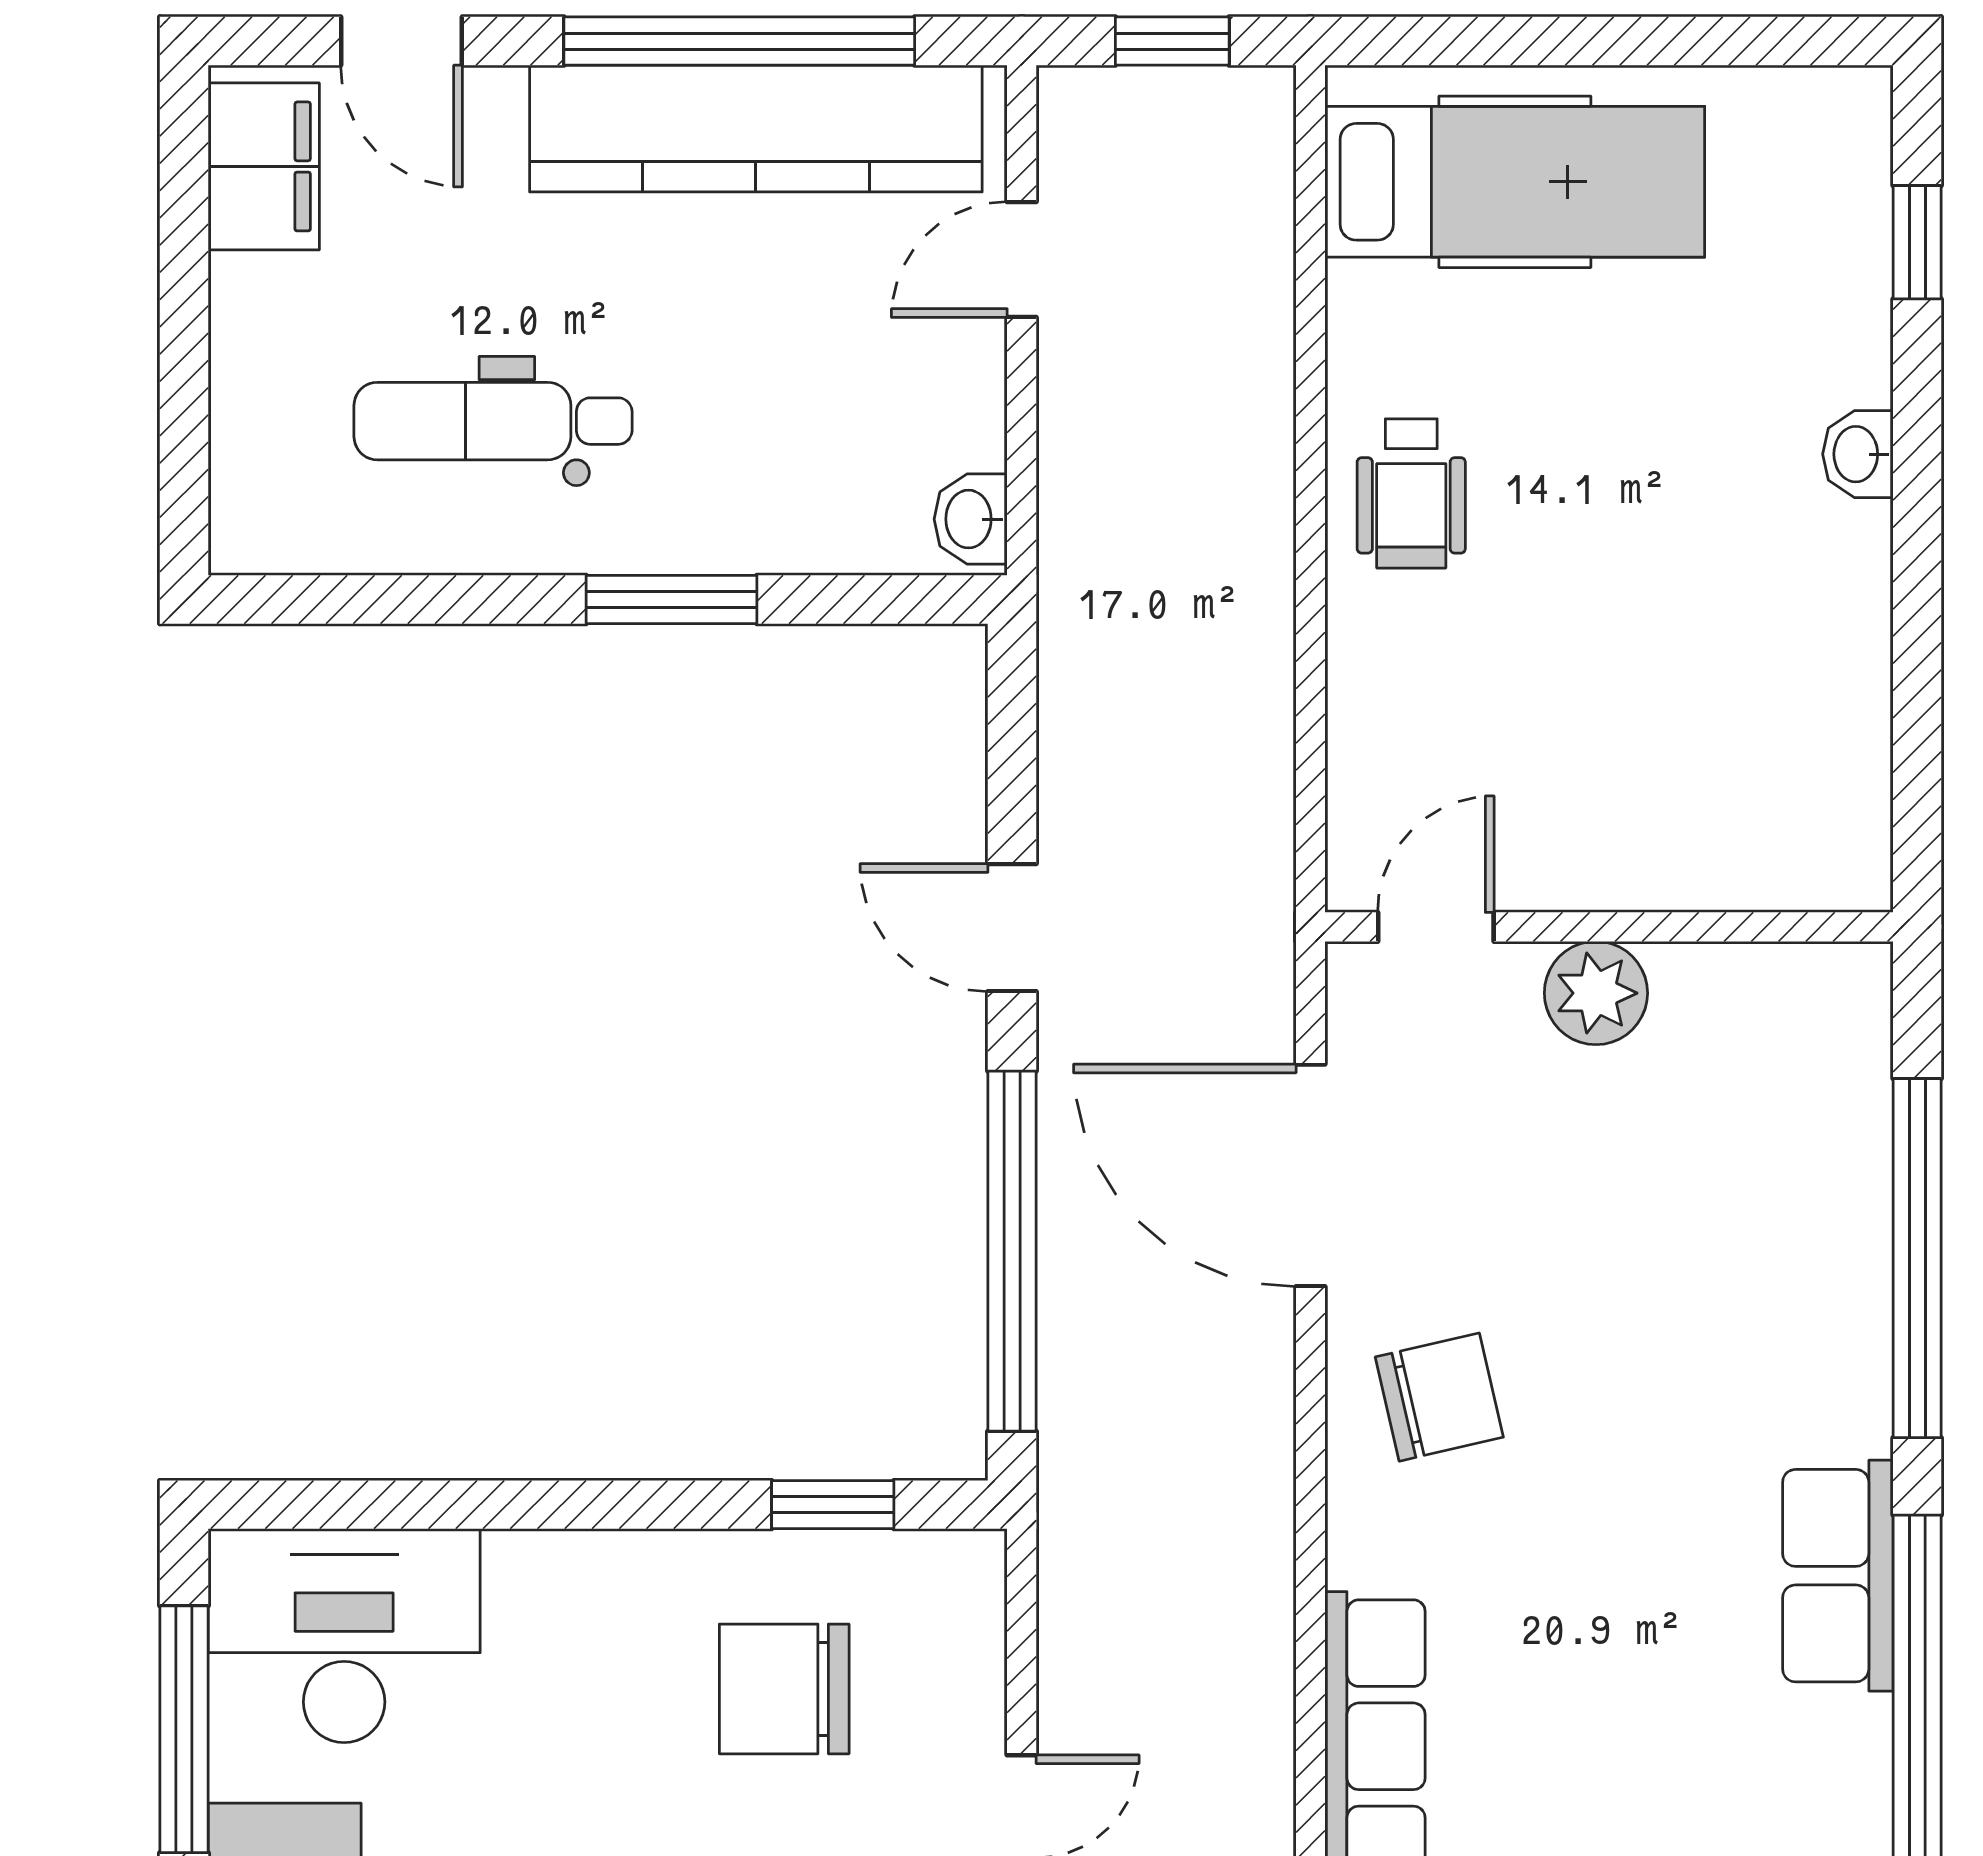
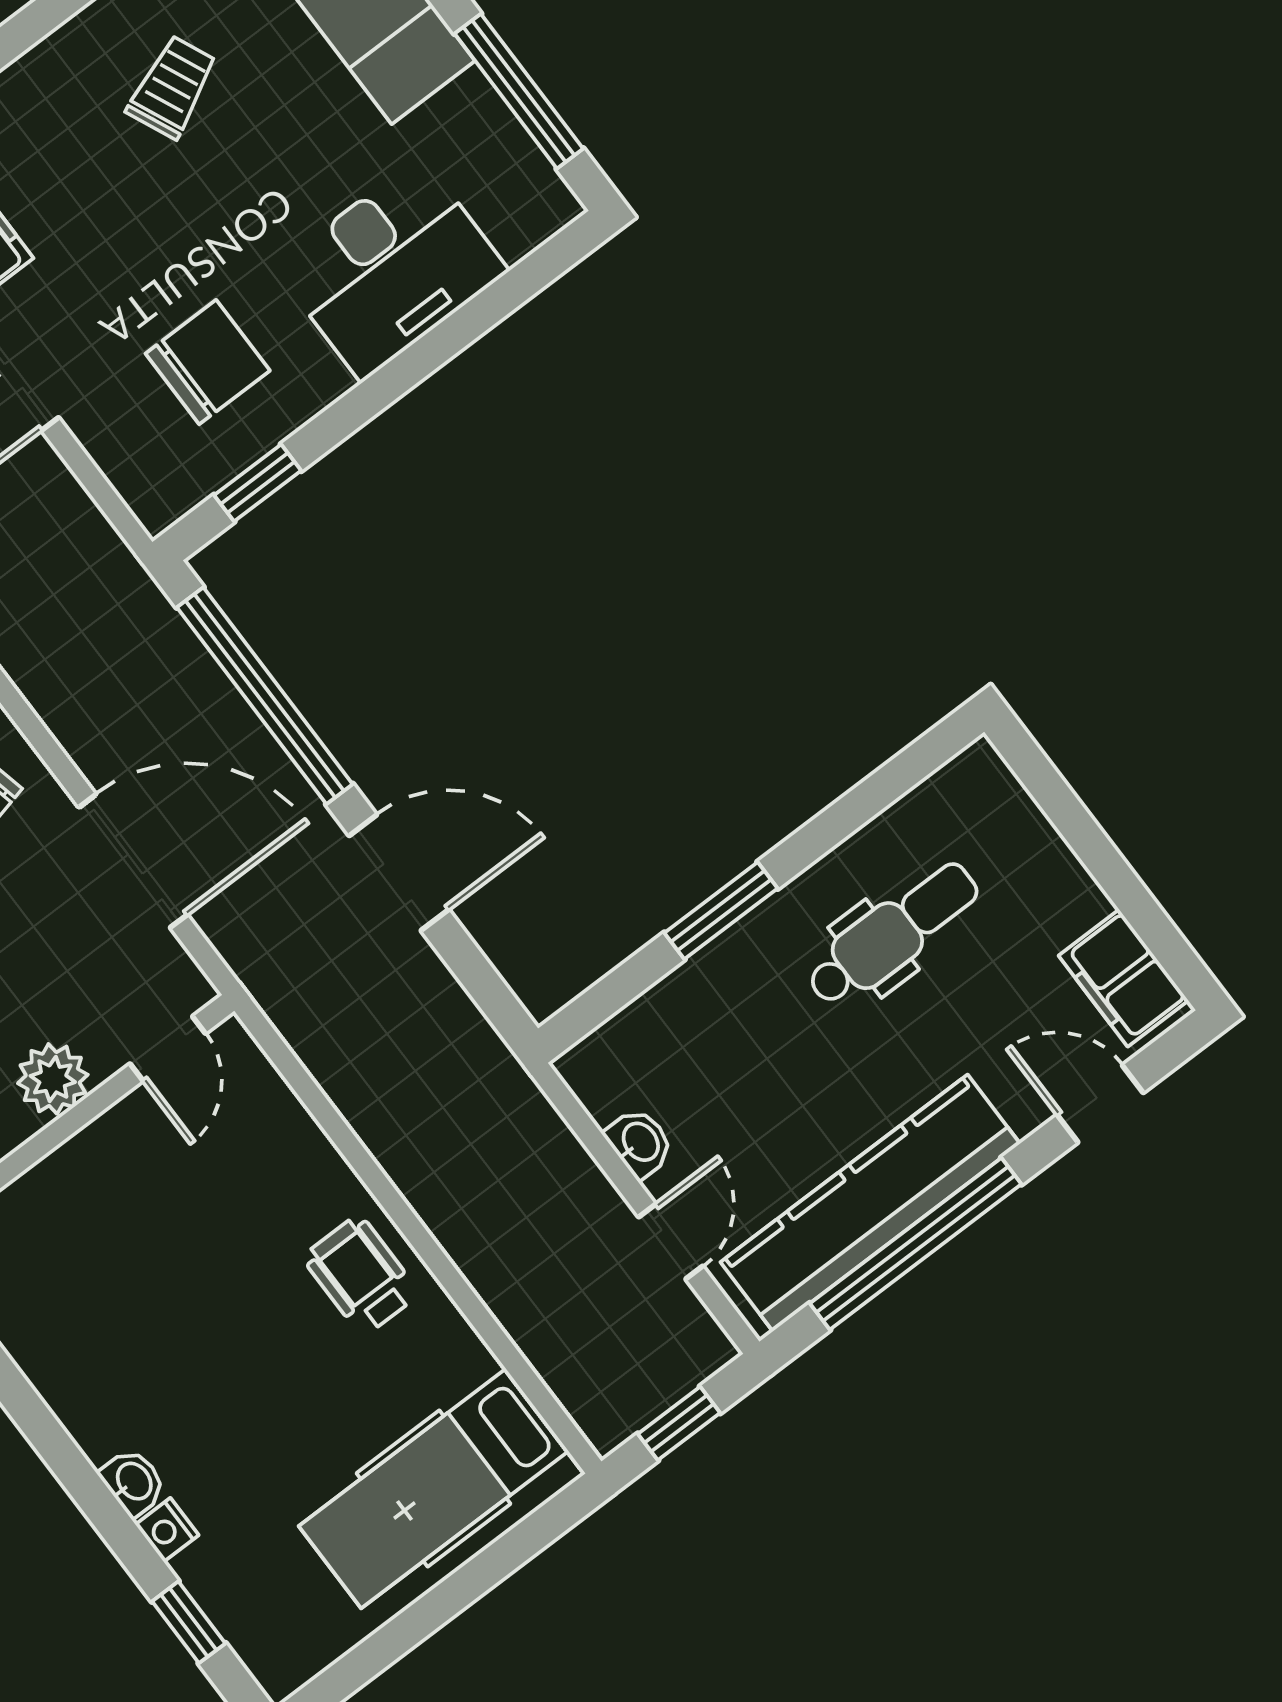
nightstand: (1861, 369) -> (167, 1530), added
washbasin: (971, 519) -> (640, 1143), moved
door: (1012, 928) -> (399, 873), width x1.38
desk: (344, 1636) -> (391, 269), moved

